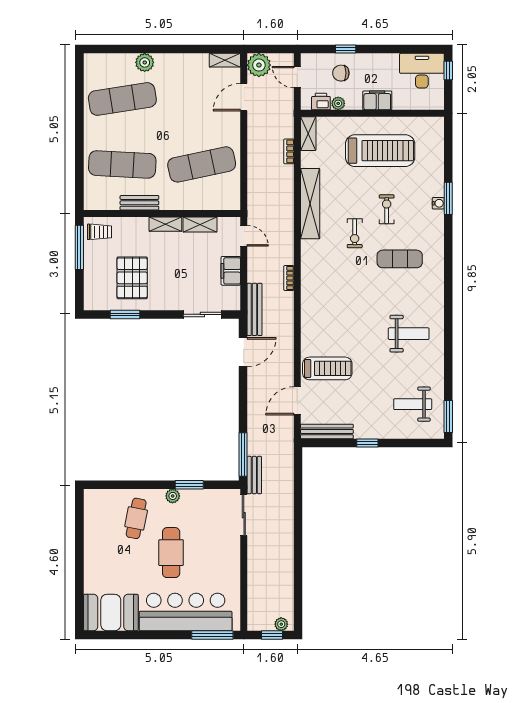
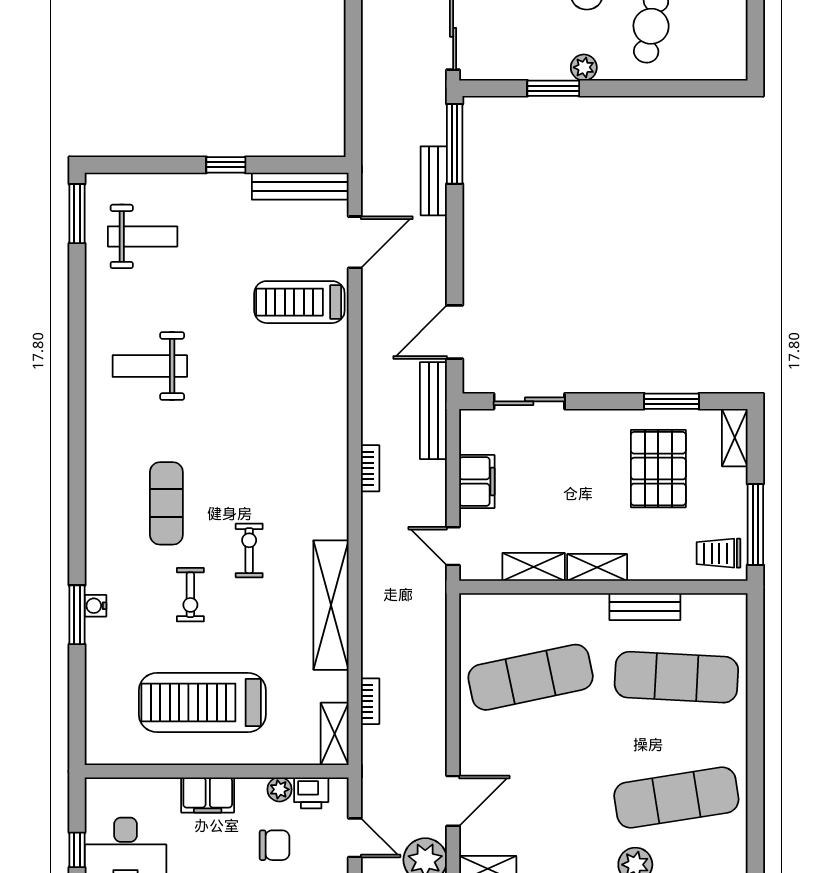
exercise mat: (400, 259) -> (166, 503), turned 90
shelving: (91, 295) -> (735, 438), added
bench: (254, 475) -> (434, 181), moved

